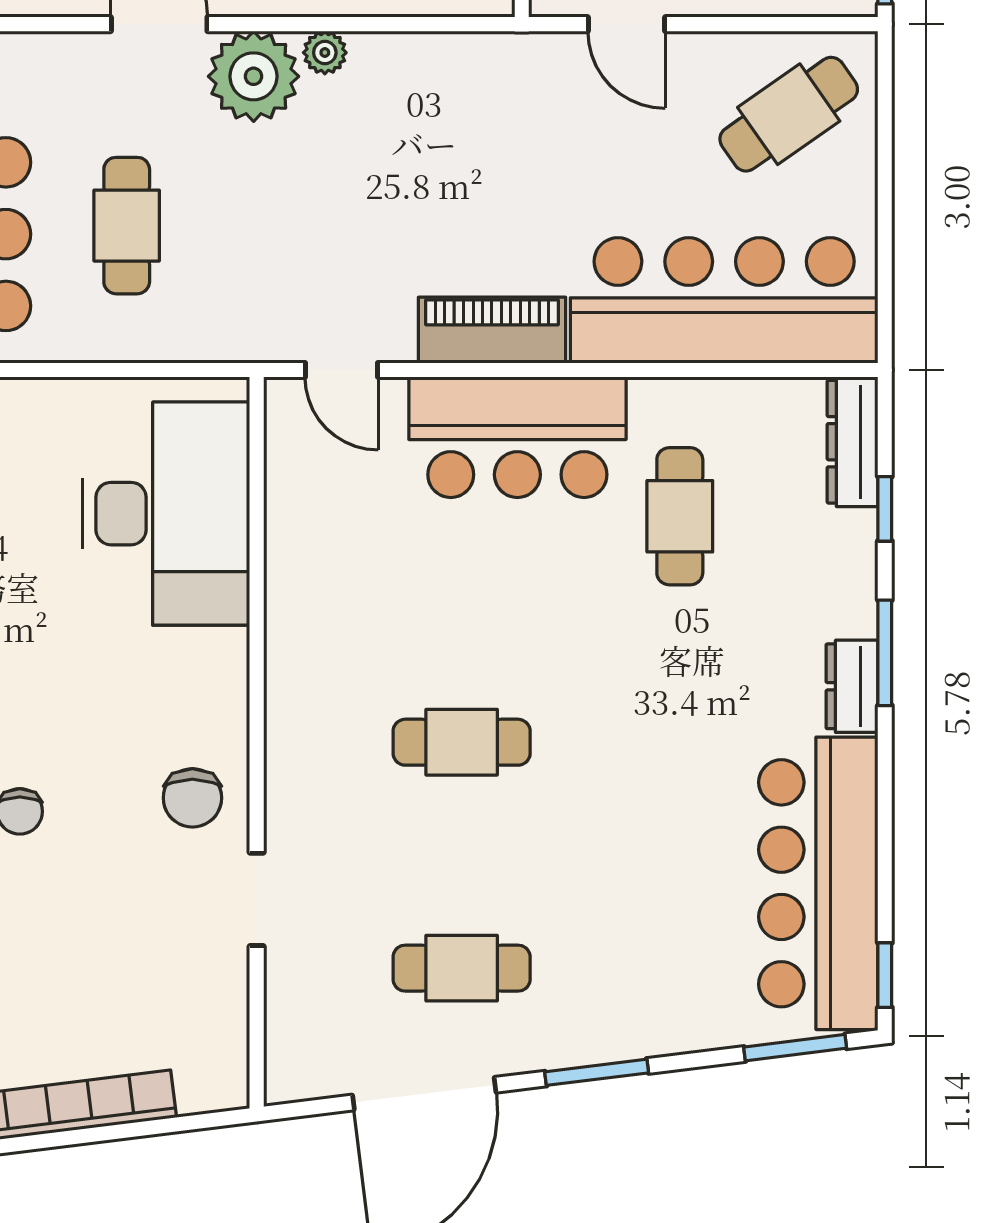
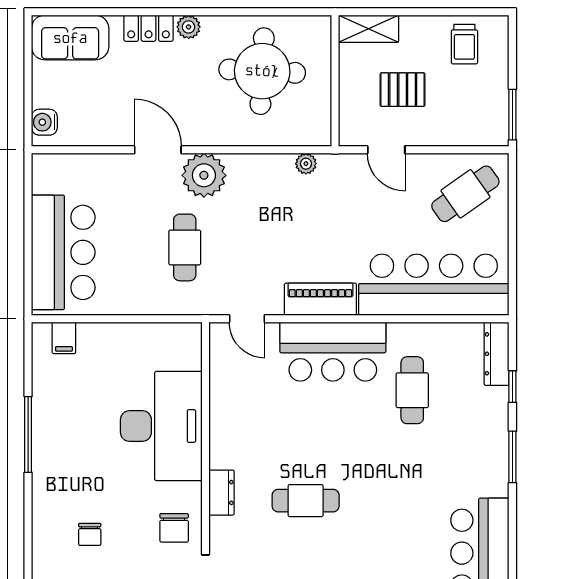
plant: (325, 53) -> (306, 164), moved
cafe table: (127, 226) -> (185, 247), moved
desk: (166, 514) -> (161, 426), moved
dresser: (852, 686) -> (221, 493), moved, turned 180

